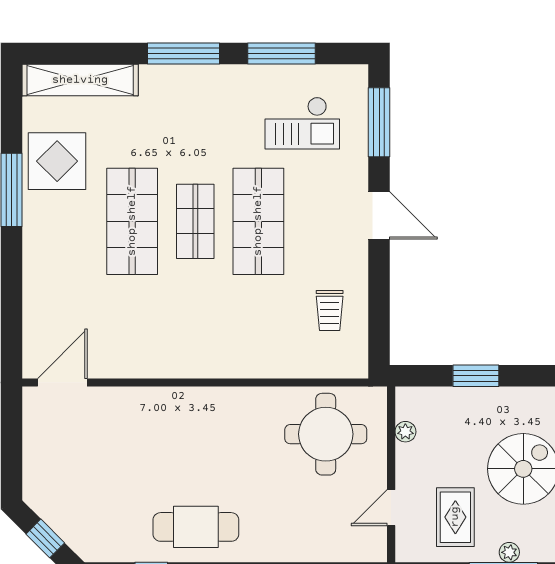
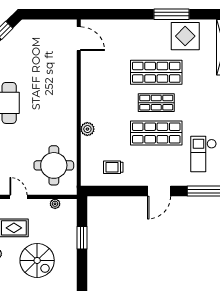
plant: (250, 364) -> (87, 129), added

